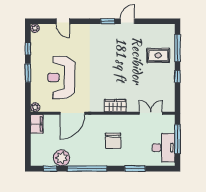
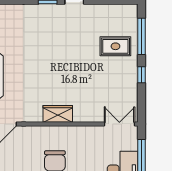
double door: (151, 113) -> (119, 124), moved

